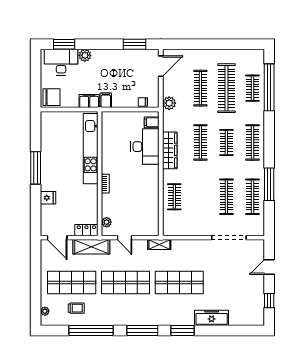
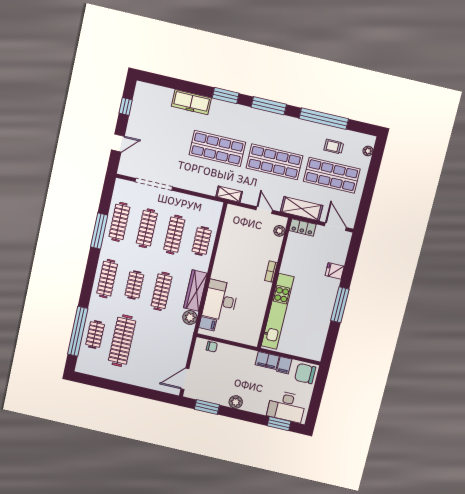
plant: (85, 55) -> (236, 402), moved
clothes rail: (200, 88) -> (174, 235), moved
filing cabinet: (106, 100) -> (284, 365), moved
plant: (169, 103) -> (190, 317), moved

